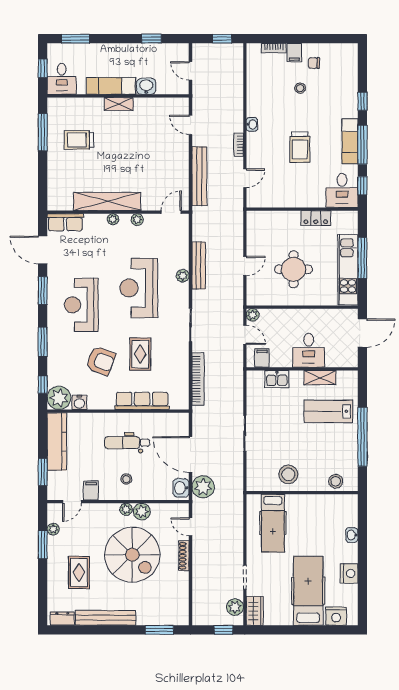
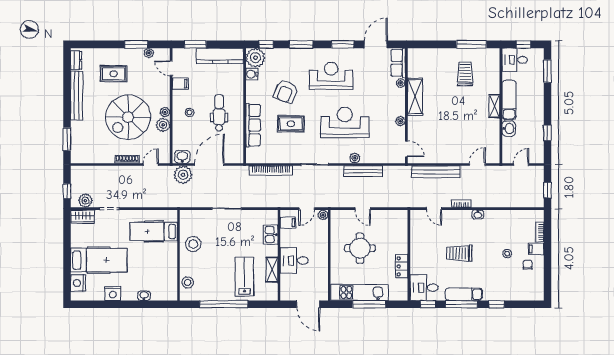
shelving: (107, 201) -> (415, 97), width x0.68
plant: (113, 219) -> (401, 83), moved

